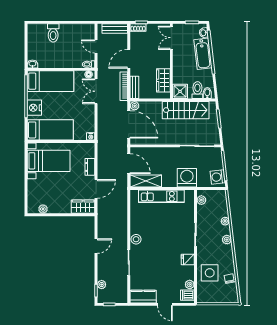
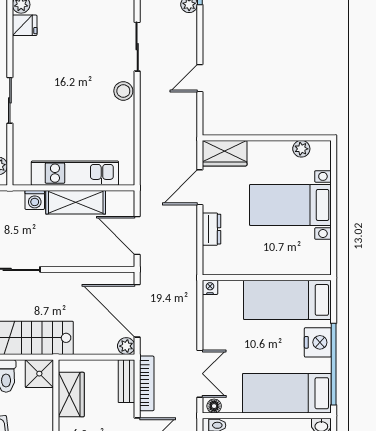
bed with nightstands: (49, 161) -> (290, 205), moved
washing machine: (187, 178) -> (35, 200), width x0.53, depth x0.53
shelving: (146, 181) -> (76, 202), moved
fridge: (188, 260) -> (25, 25), moved

